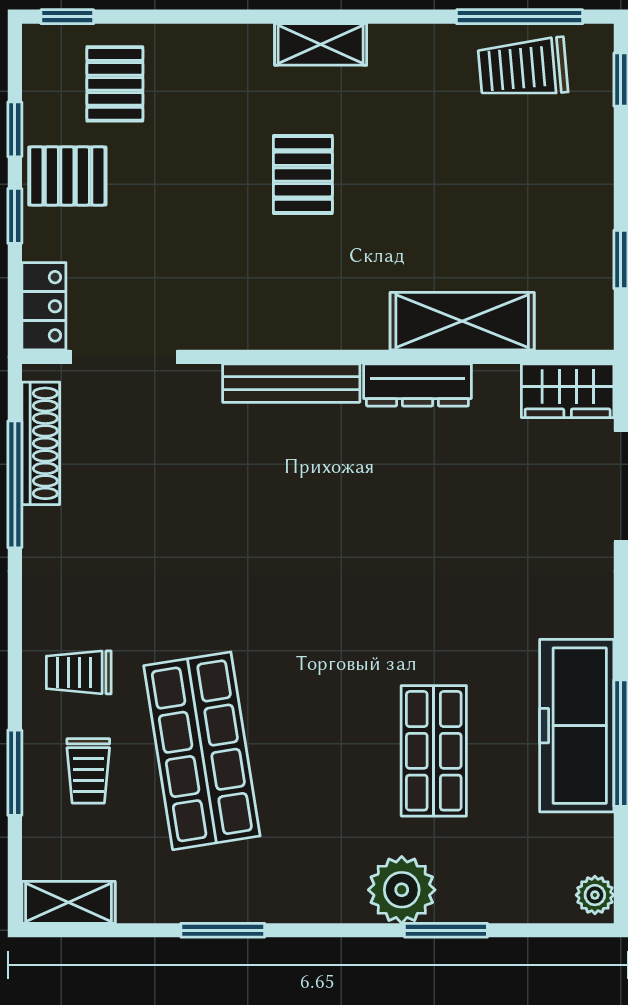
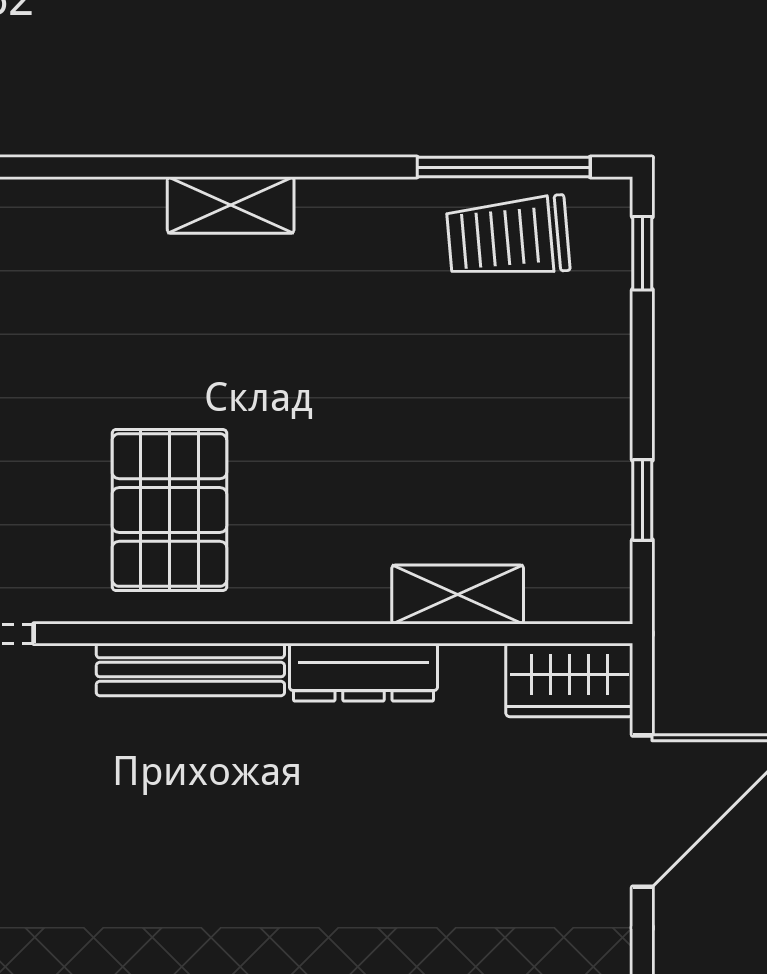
pallet: (303, 175) -> (169, 510), moved, width x1.50, depth x1.42
shelving: (462, 321) -> (458, 594), width x0.67, depth x0.75

